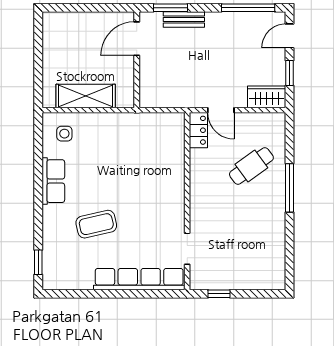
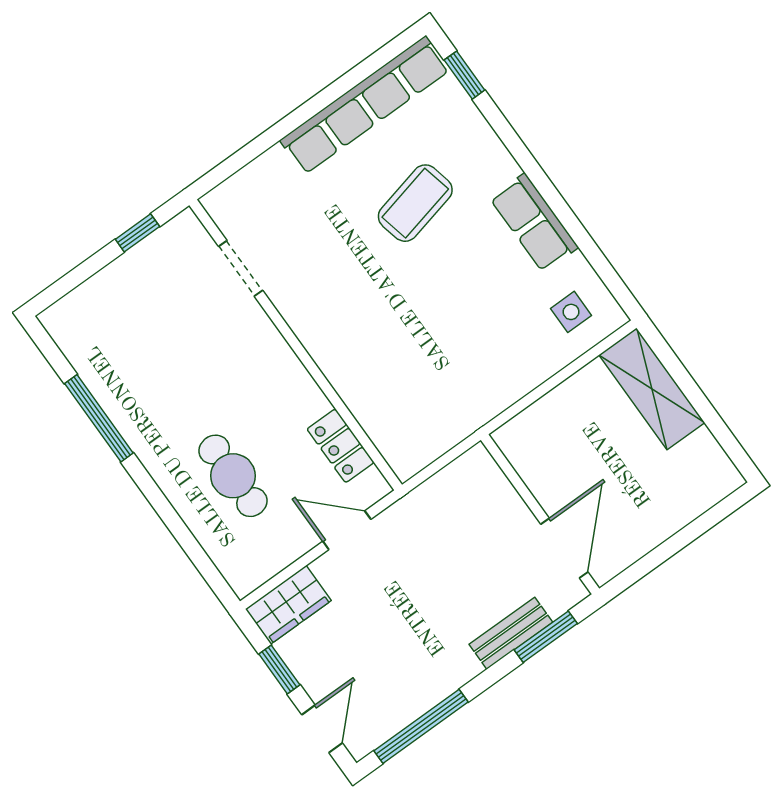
shelving: (86, 96) -> (652, 389), moved, turned 90
locker: (198, 130) -> (340, 446), moved
cafe table: (251, 166) -> (233, 476), turned -54
window: (289, 188) -> (99, 418), moved
row of seats: (139, 279) -> (365, 105), moved

